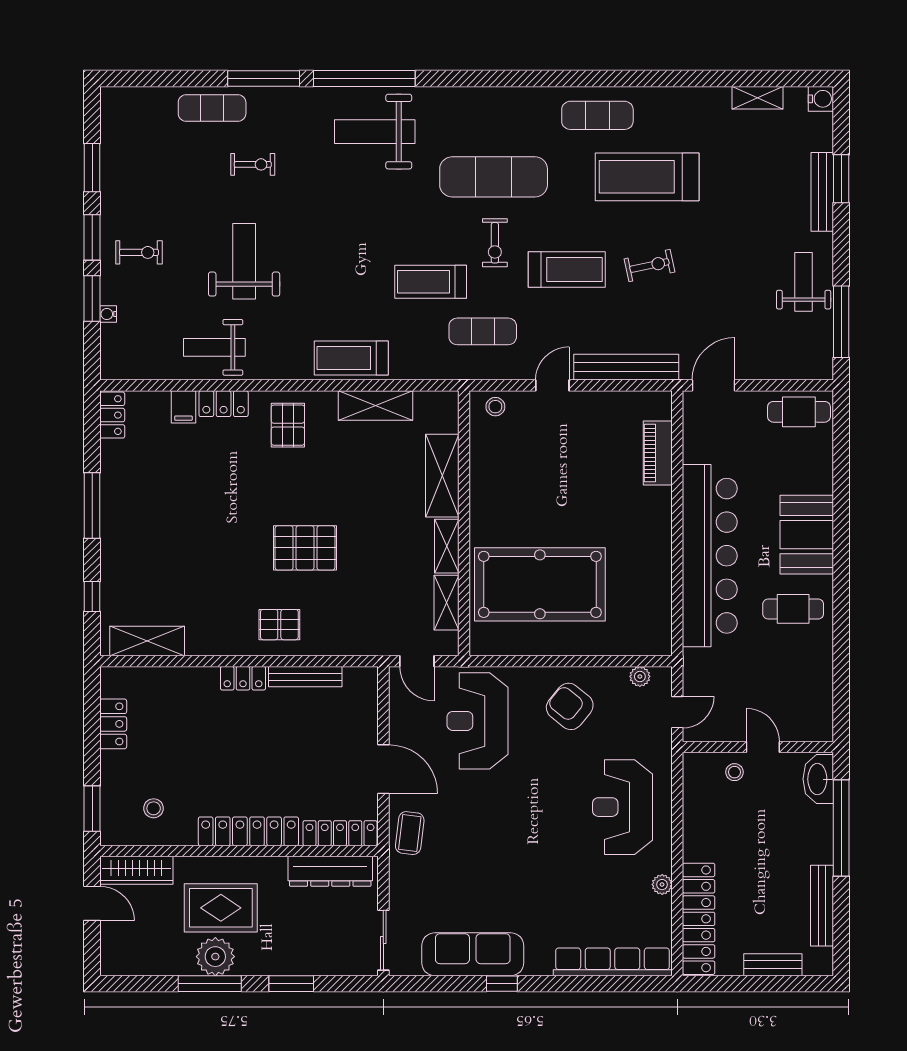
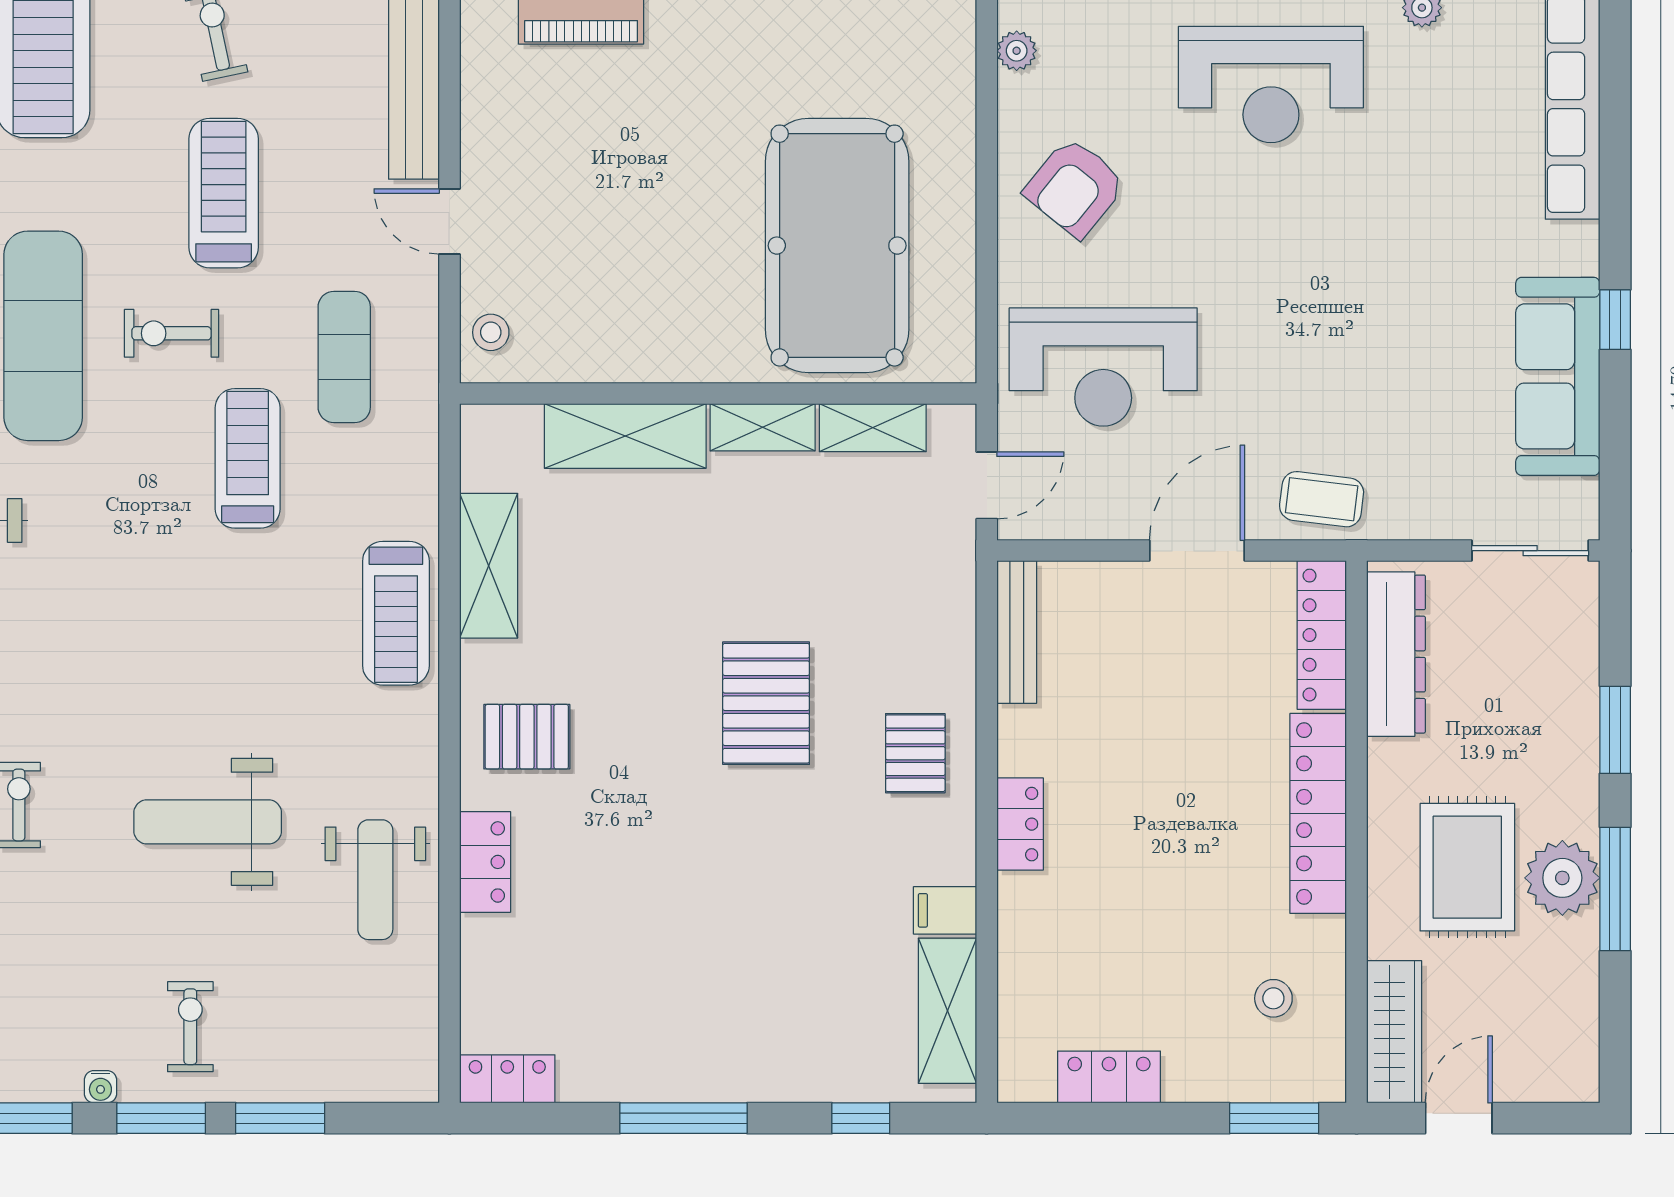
exercise bike: (495, 243) -> (172, 333), turned 180
treadmill: (431, 282) -> (248, 458), turned 180
water cooler: (108, 314) -> (100, 1087), moved
filing cabinet: (183, 407) -> (945, 910), moved, turned 180
bench: (305, 677) -> (1017, 632), moved

